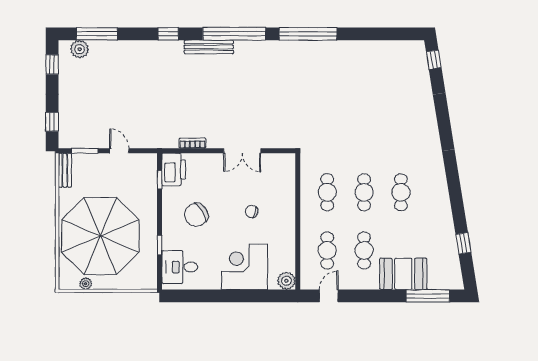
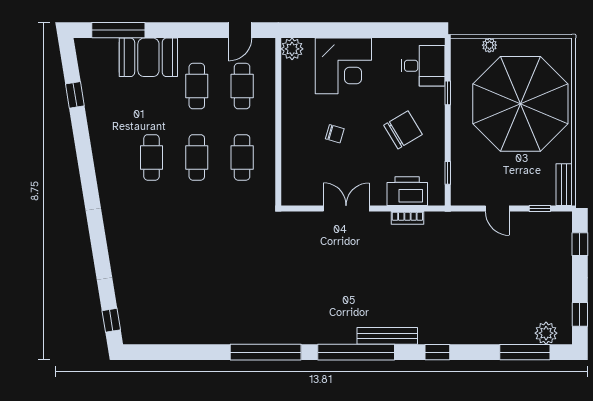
window: (85, 151) -> (540, 208), width x0.67
printer: (174, 169) -> (407, 191), moved, turned 90
plant: (86, 284) -> (489, 45), moved

